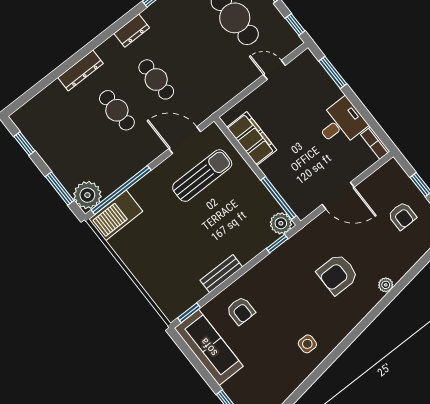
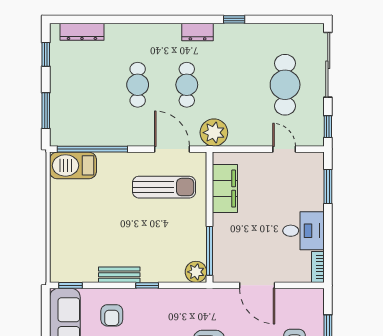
dresser: (81, 70) -> (82, 32), moved
plant: (87, 195) -> (214, 133), moved
window: (277, 244) -> (147, 285), moved

